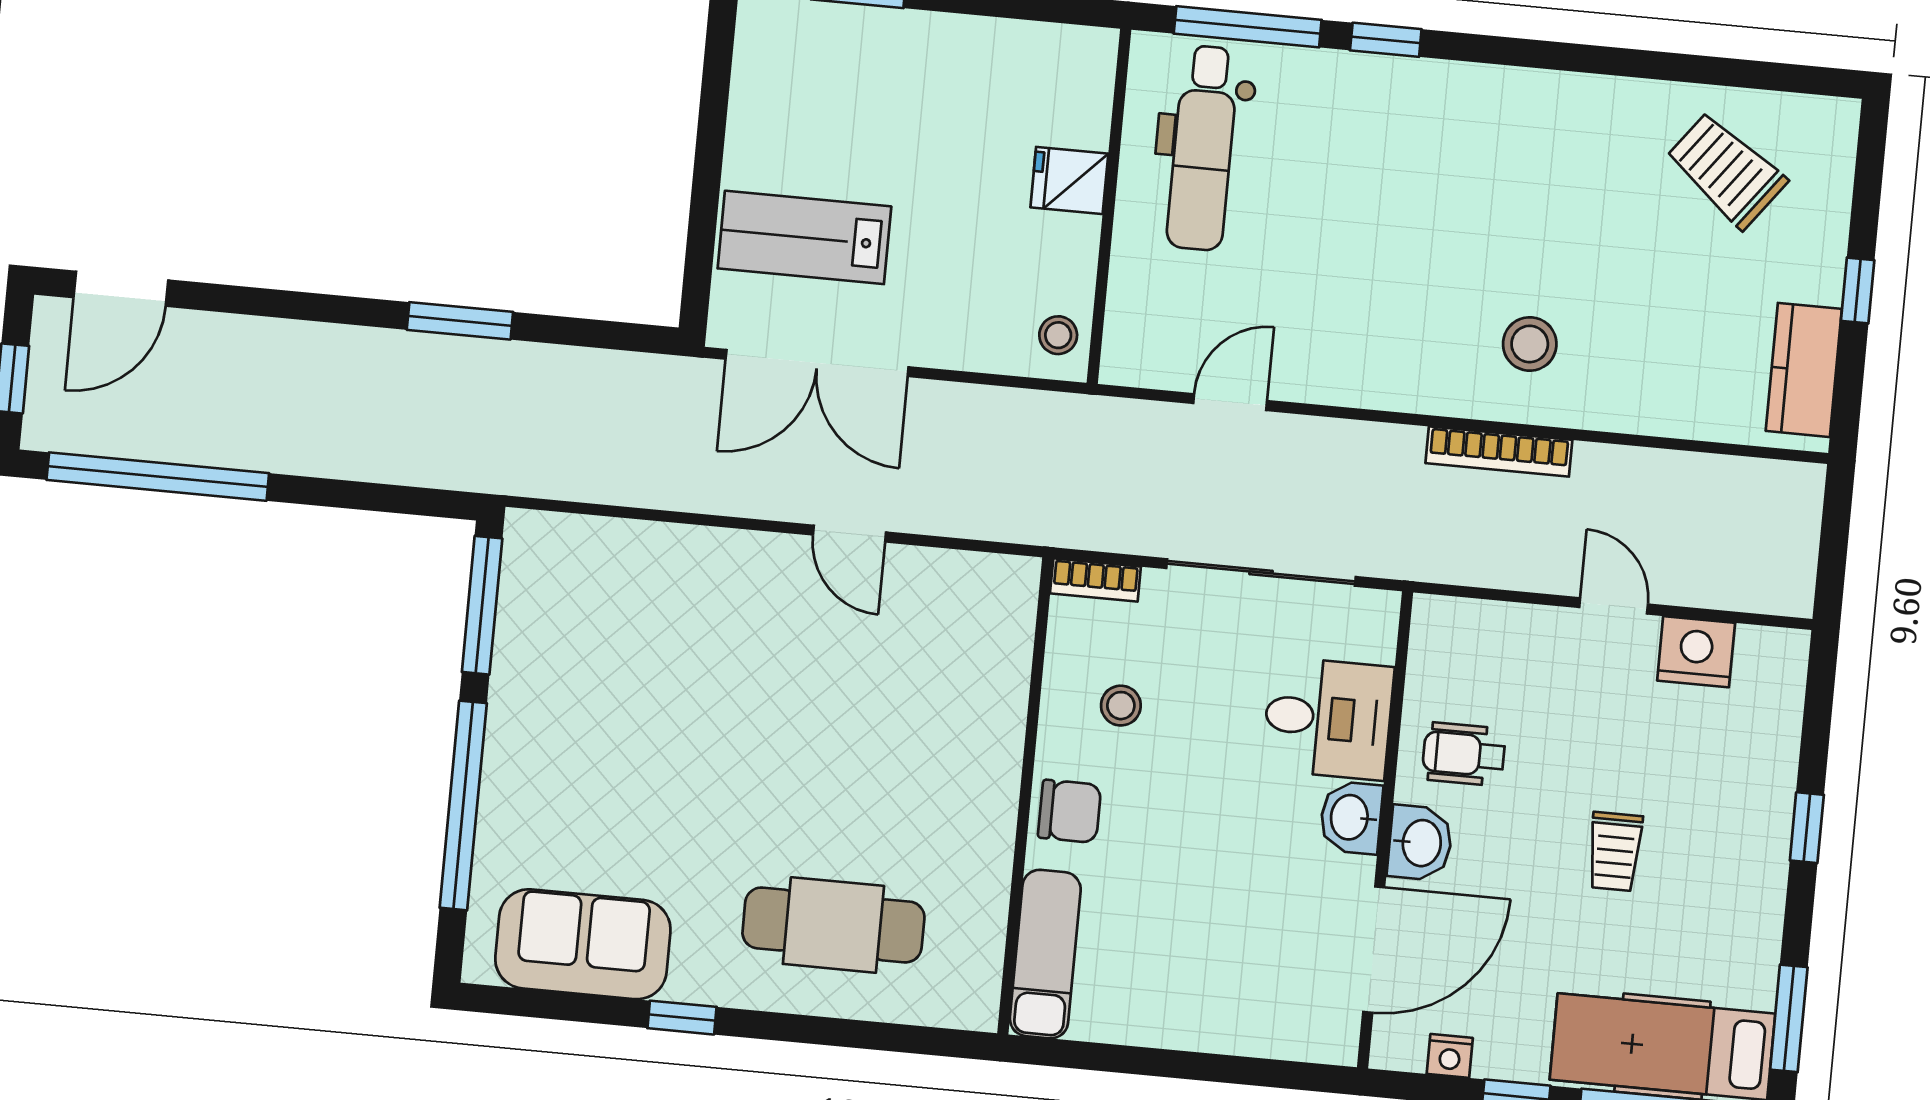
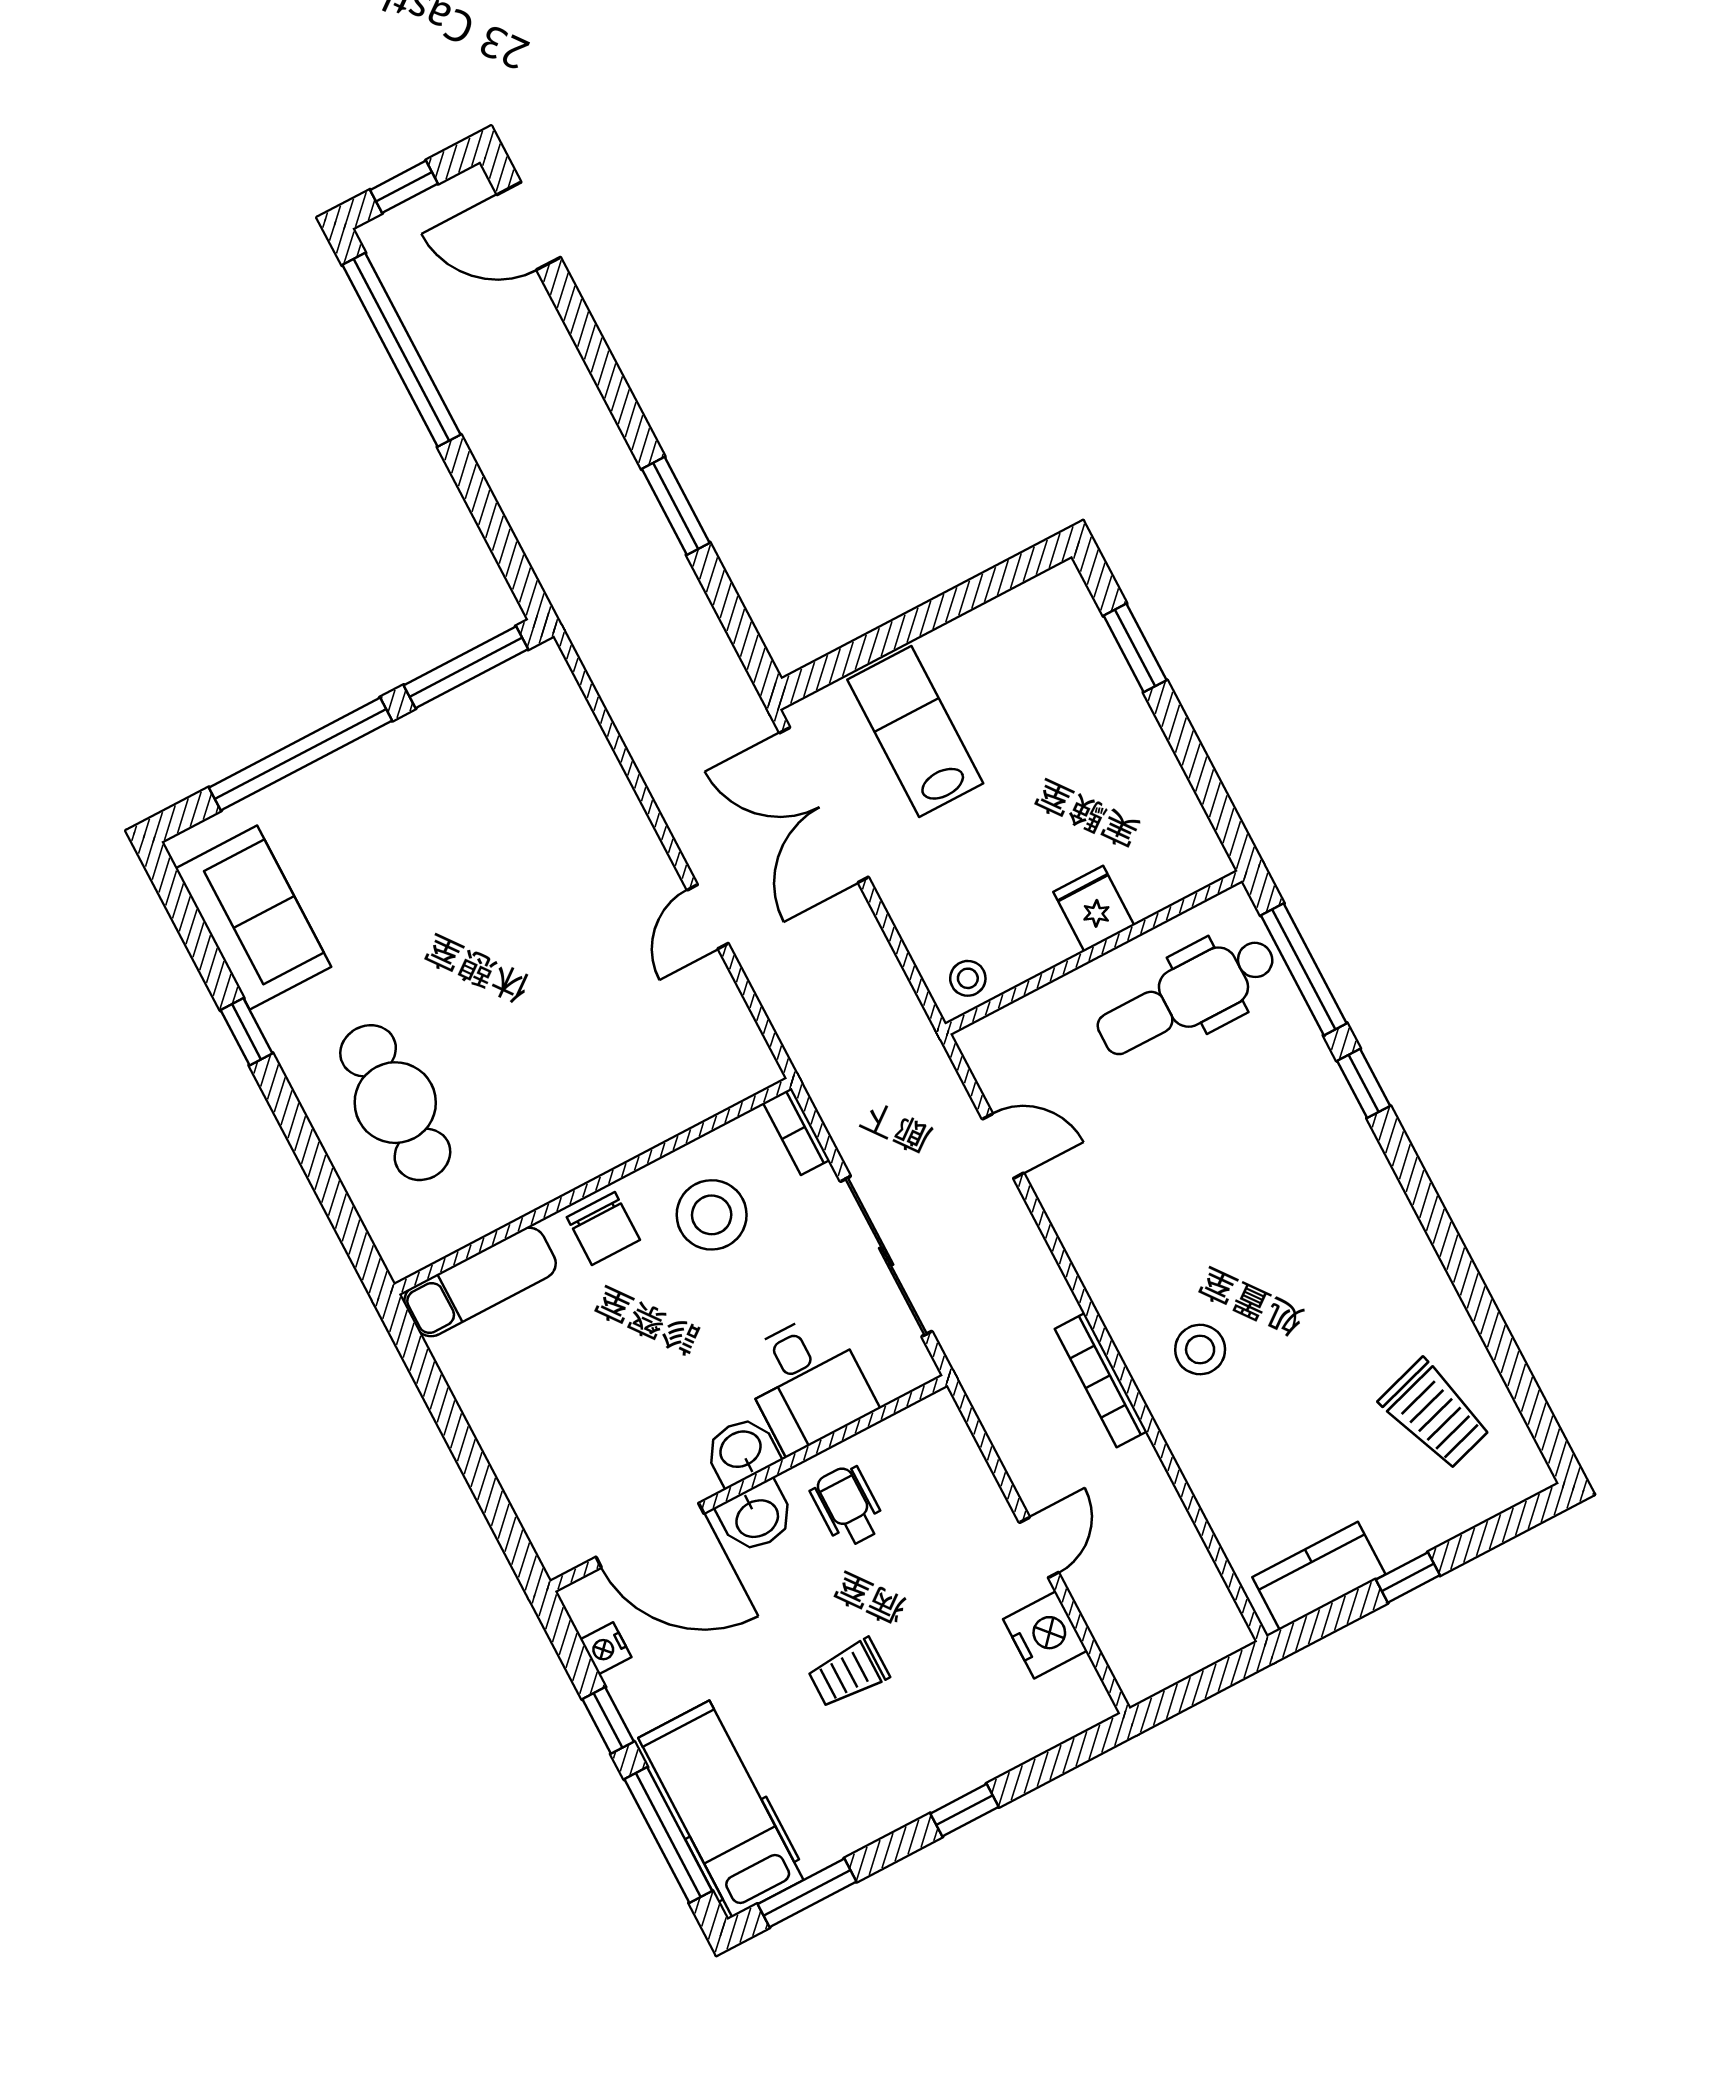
trolley: (1726, 170) -> (1435, 1414), turned 126
stool: (1121, 706) -> (712, 1215), width x1.89, depth x1.89

